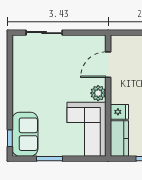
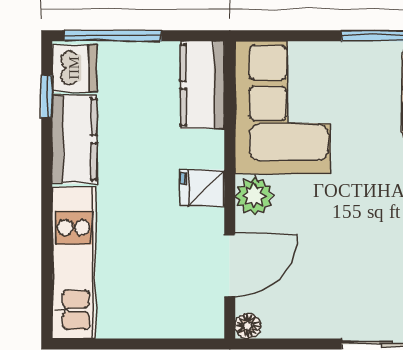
floor lamp: (101, 40) -> (248, 326), added
fridge: (119, 112) -> (202, 188), moved

